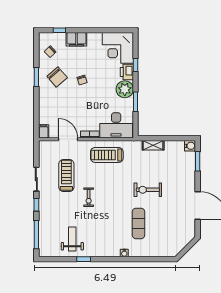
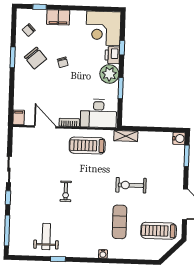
shelving: (153, 145) -> (126, 136), moved
treadmill: (66, 176) -> (159, 231), moved, turned -90

